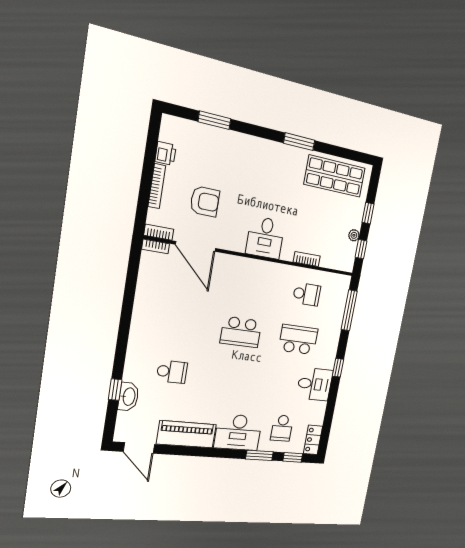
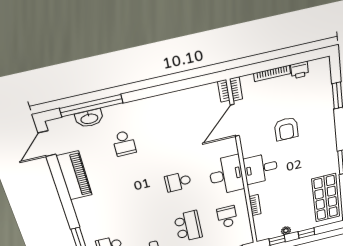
armchair: (205, 201) -> (286, 129), moved
school desk: (307, 294) -> (227, 217), turned 180
school desk: (241, 332) -> (178, 182), width x0.54
window: (115, 390) -> (91, 106), width x3.17
desk: (238, 432) -> (226, 175), moved, turned 180

